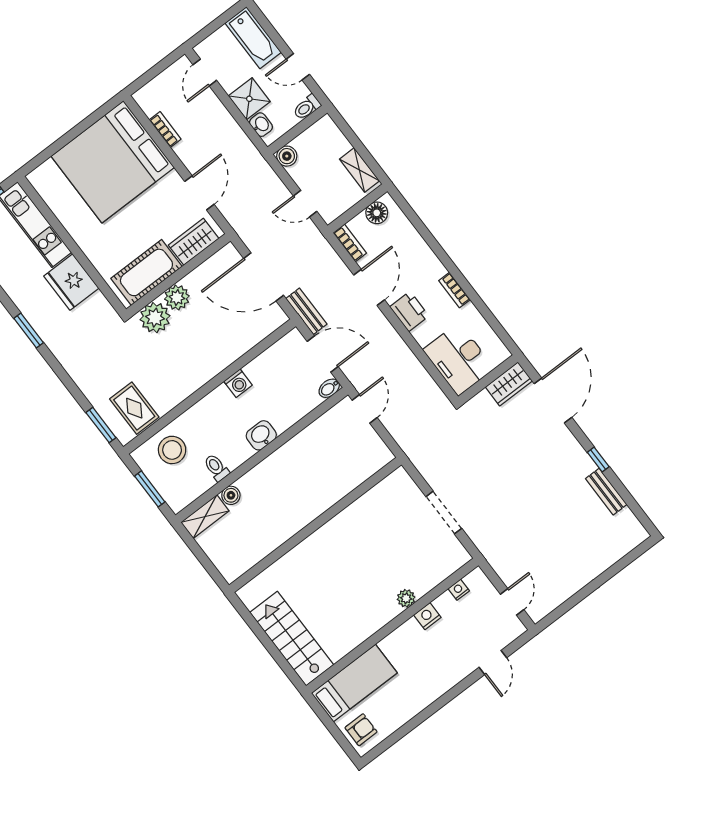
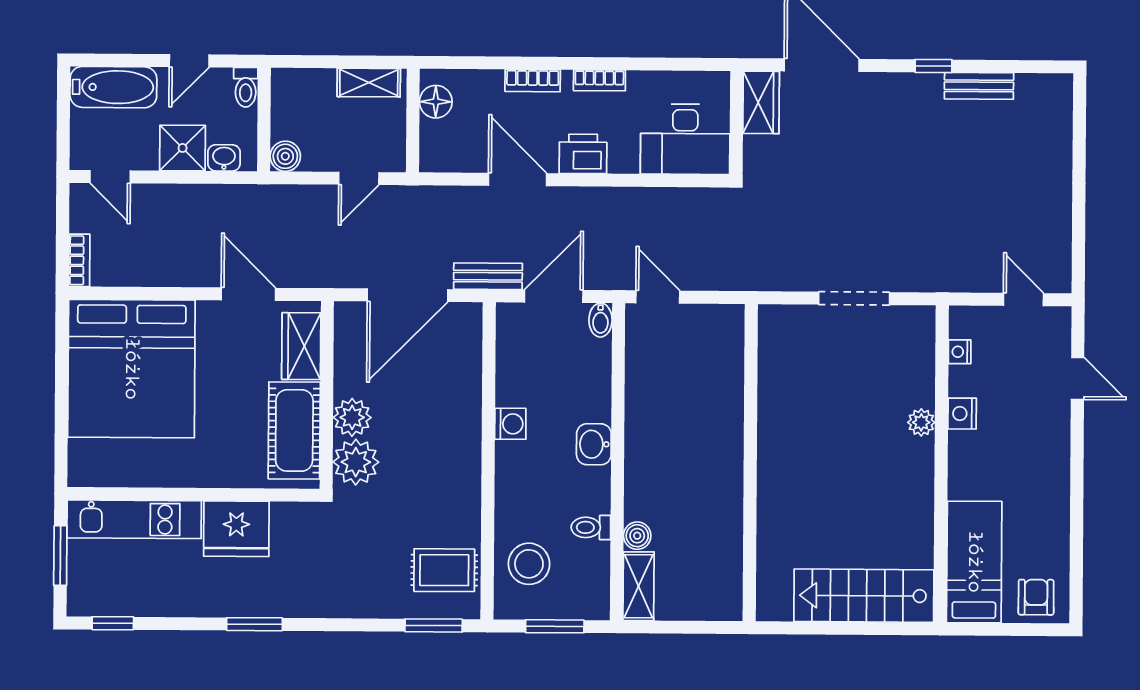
bookcase: (165, 130) -> (79, 260), moved, turned 90
bookcase: (350, 243) -> (533, 81), moved, turned 180

